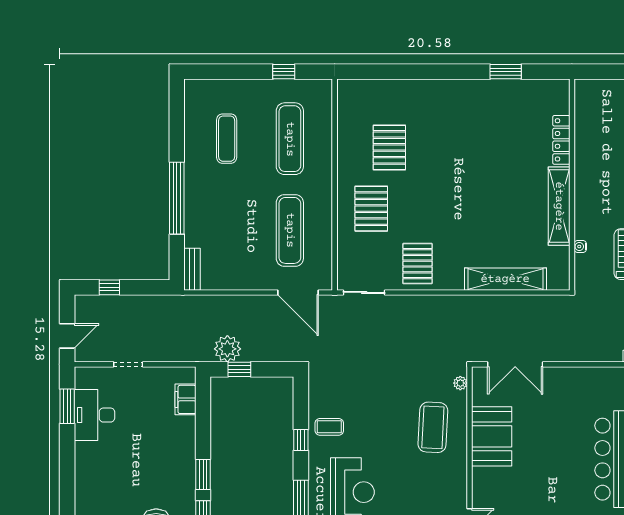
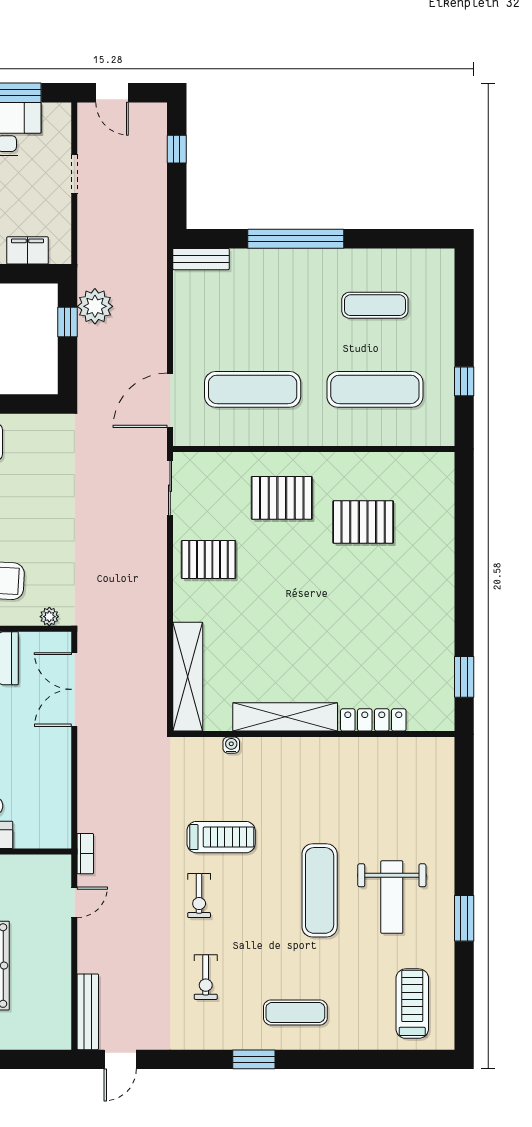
locker: (561, 140) -> (373, 720), moved
wall: (572, 185) -> (314, 734), moved
shelving: (559, 206) -> (285, 717), moved
water cooler: (580, 246) -> (231, 745), moved

